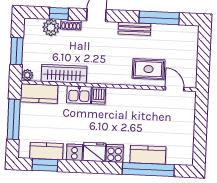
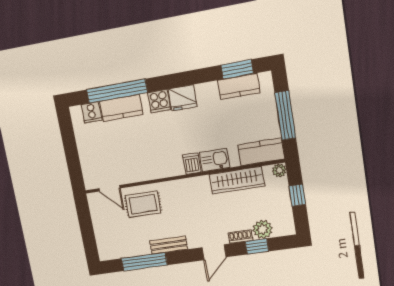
window: (17, 51) -> (297, 195), width x0.67
cooker: (74, 152) -> (91, 112), moved

